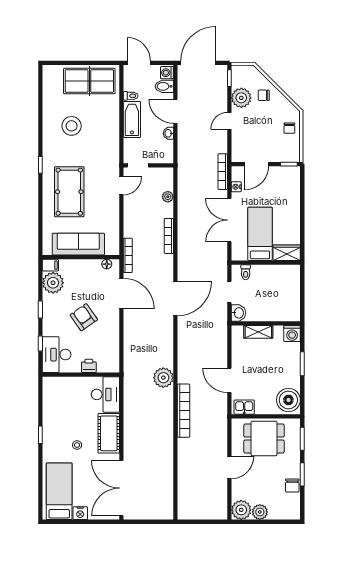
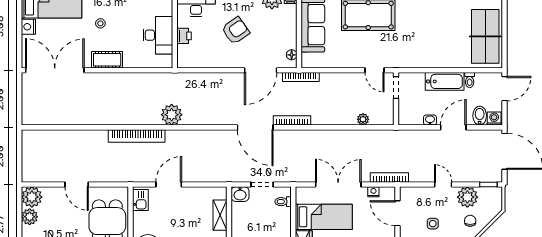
stool: (72, 126) -> (438, 18), removed
side table: (266, 131) -> (433, 224), added
bookcase: (169, 236) -> (292, 120), moved
desk: (105, 394) -> (158, 35), moved, turned -90
cot: (109, 433) -> (107, 60), width x0.73, depth x0.75

